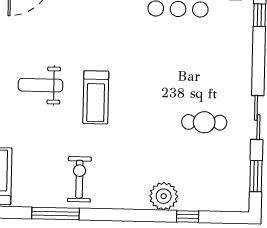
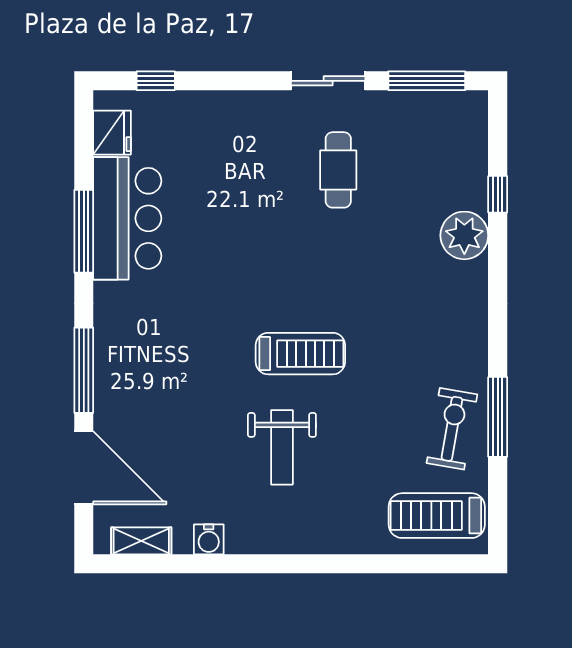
window: (256, 176) -> (427, 81), width x1.44
exercise bike: (79, 179) -> (452, 429), moved, turned 100

